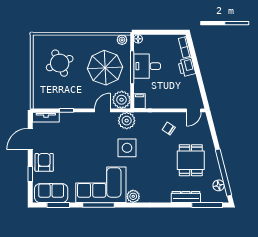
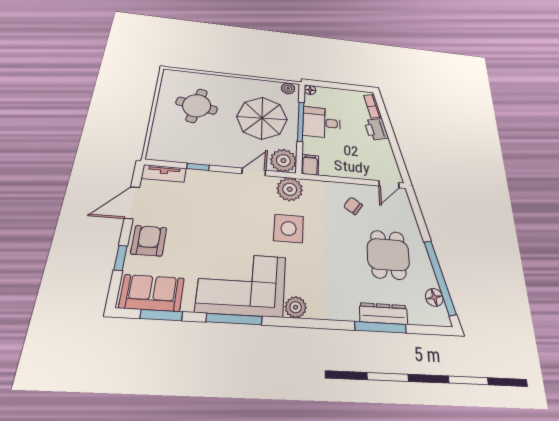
round table: (60, 63) -> (197, 106), turned 35
window: (207, 205) -> (380, 327), moved

